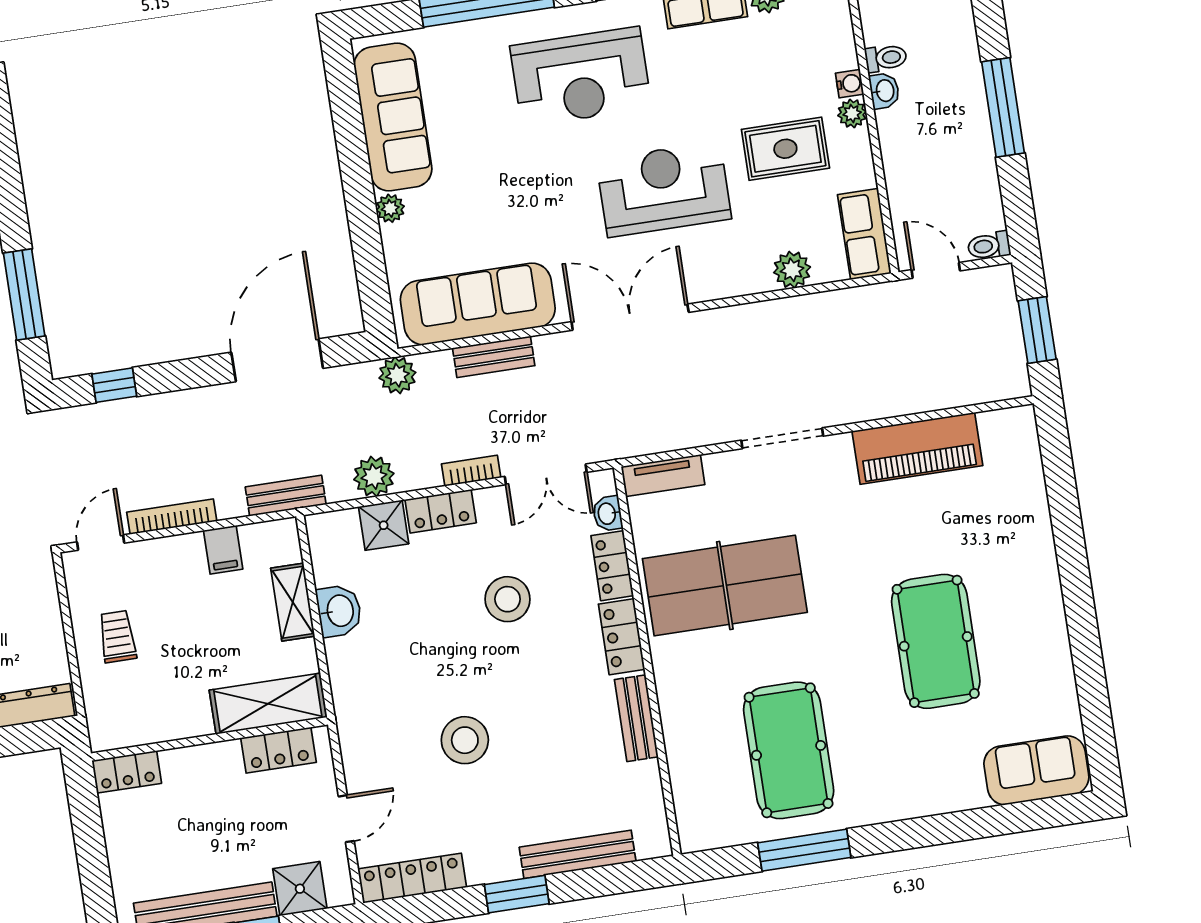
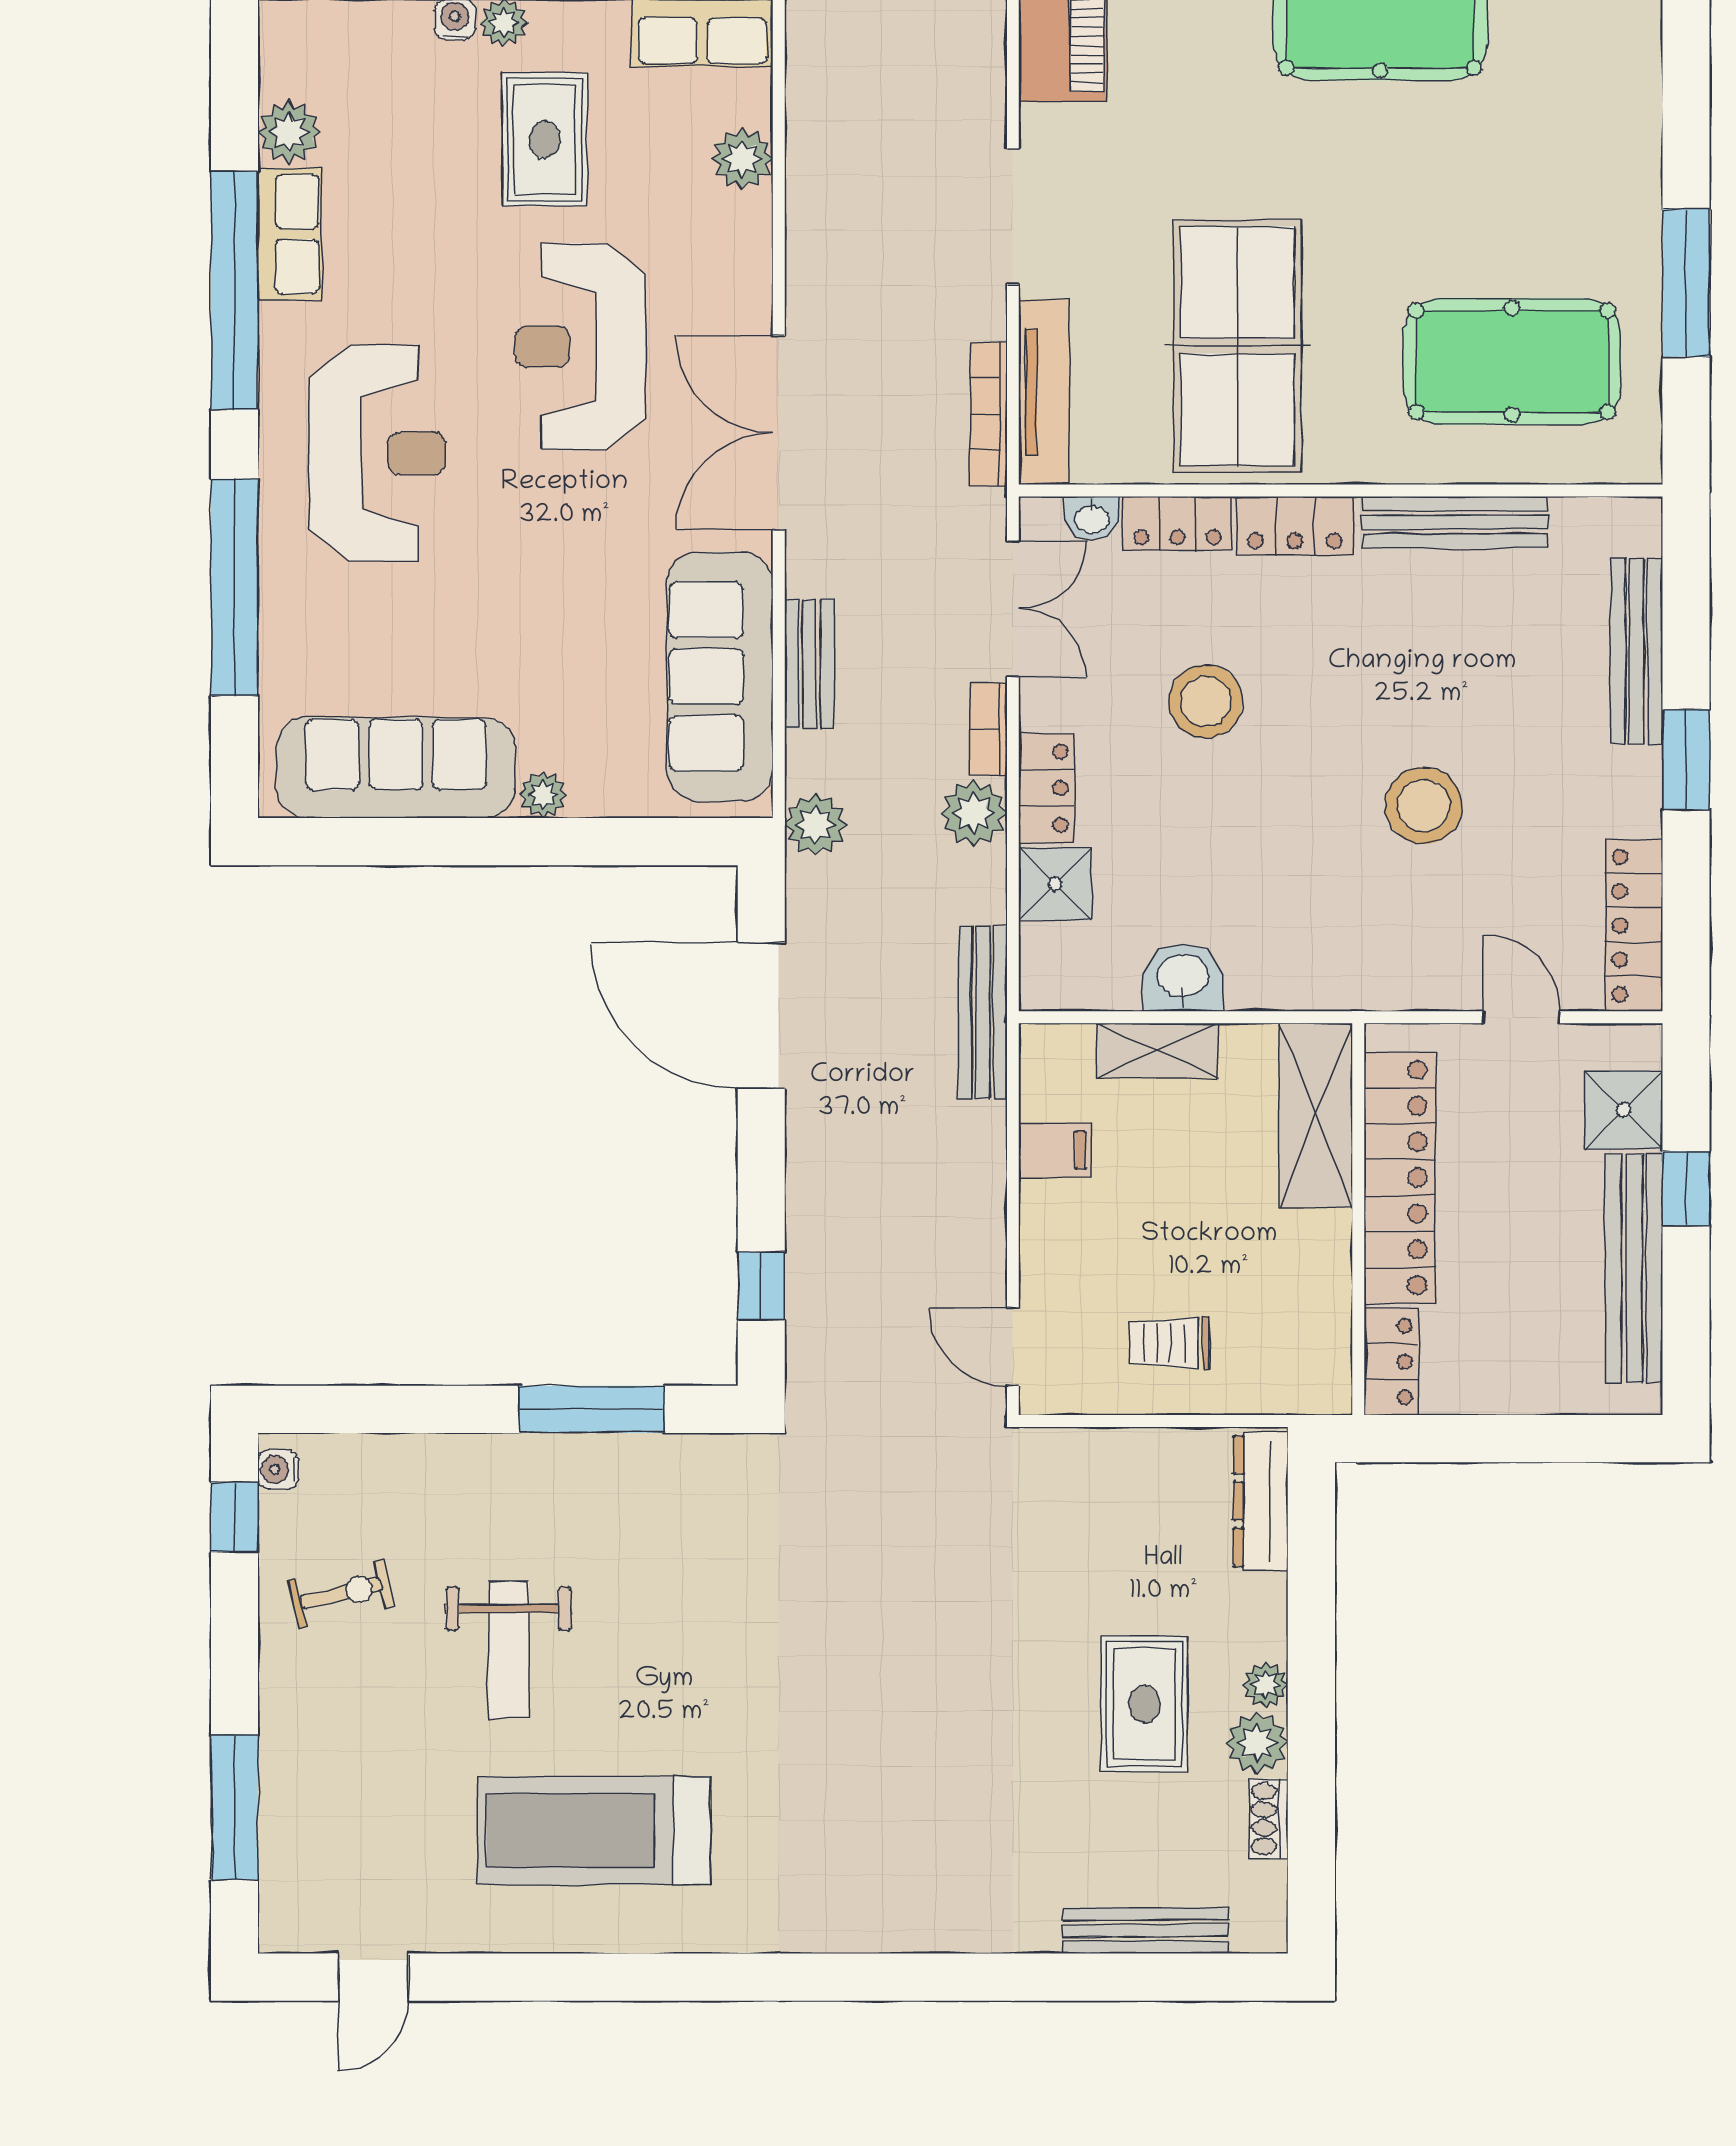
plant: (374, 476) -> (974, 813), moved
tv unit: (663, 476) -> (1044, 392), width x1.41
bench: (286, 496) -> (983, 1012), width x1.36
bookcase: (172, 517) -> (989, 414), moved
bench: (636, 718) -> (1455, 522), width x1.36
locker: (278, 750) -> (1400, 1178), width x2.16, depth x1.21
pool table: (789, 750) -> (1512, 361), moved

